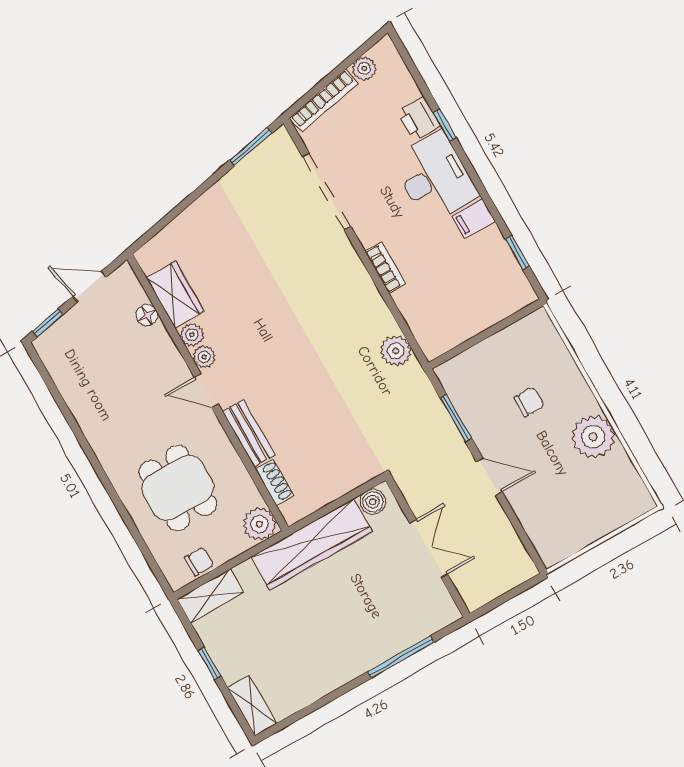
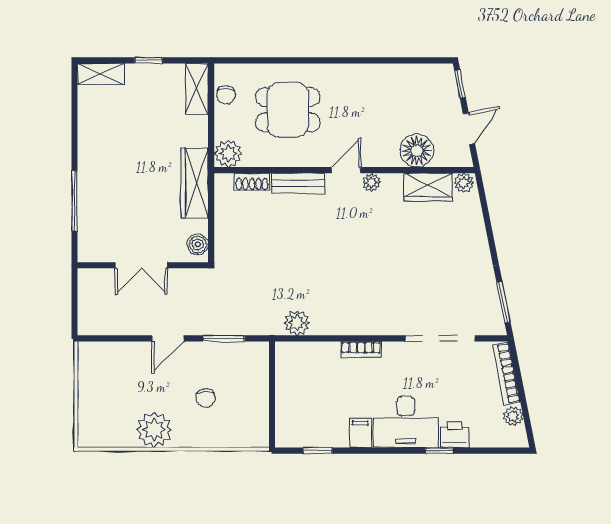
floor lamp: (147, 315) -> (417, 151), width x1.89, depth x1.89
plant: (192, 335) -> (464, 183), moved
wardrobe: (312, 544) -> (195, 183), width x0.71, depth x0.85

